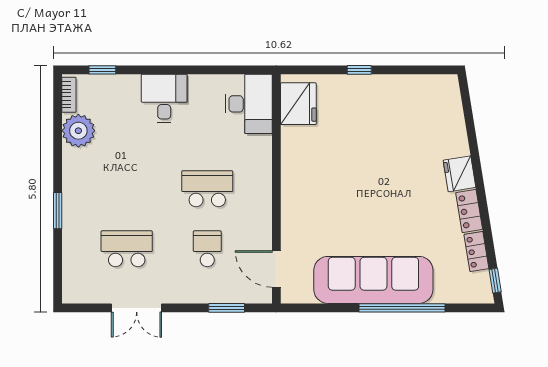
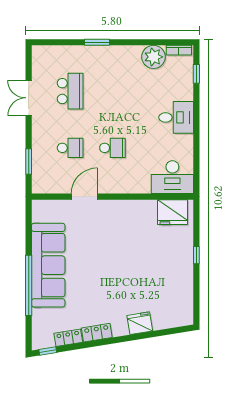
fridge: (459, 174) -> (140, 323), moved
school desk: (207, 189) -> (112, 148), width x0.54
door: (276, 269) -> (84, 197), moved

